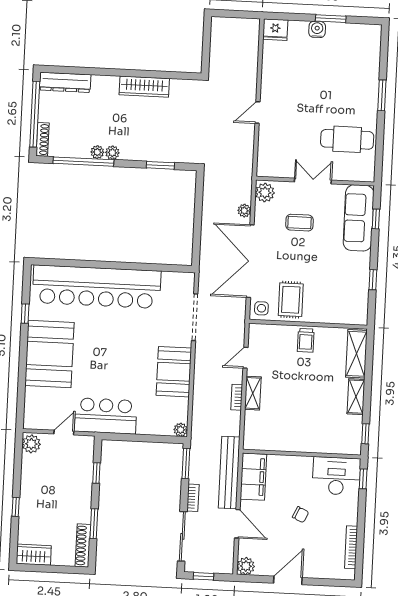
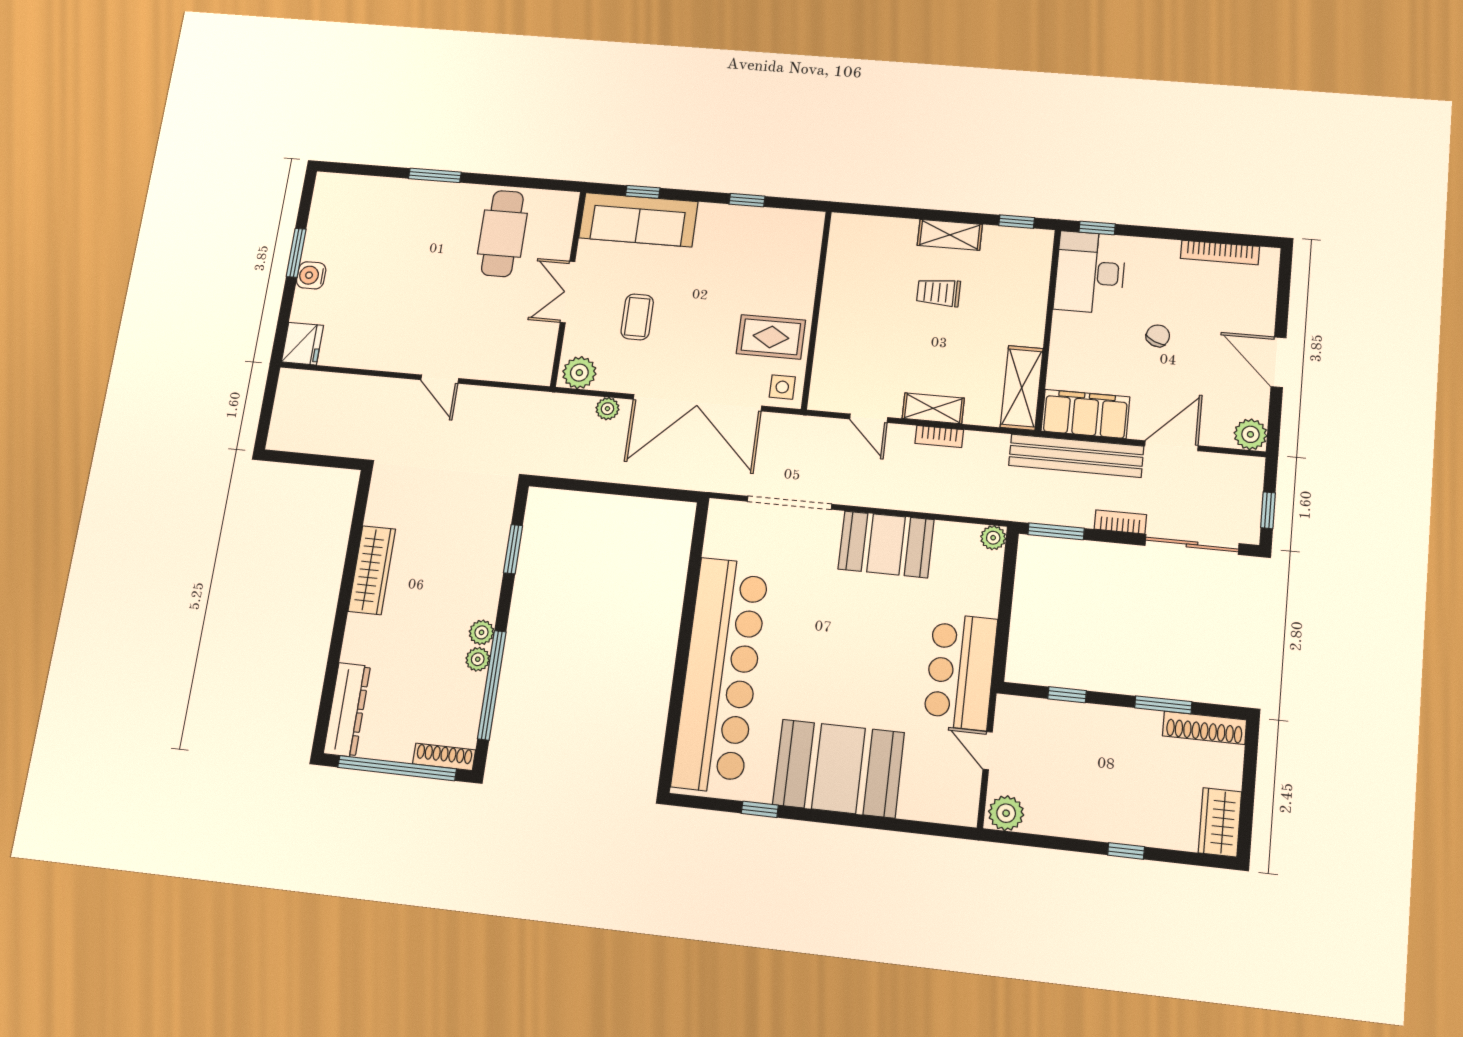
trolley: (306, 340) -> (938, 292), moved, turned 180
shelving: (356, 354) -> (1022, 388), moved, turned 90

